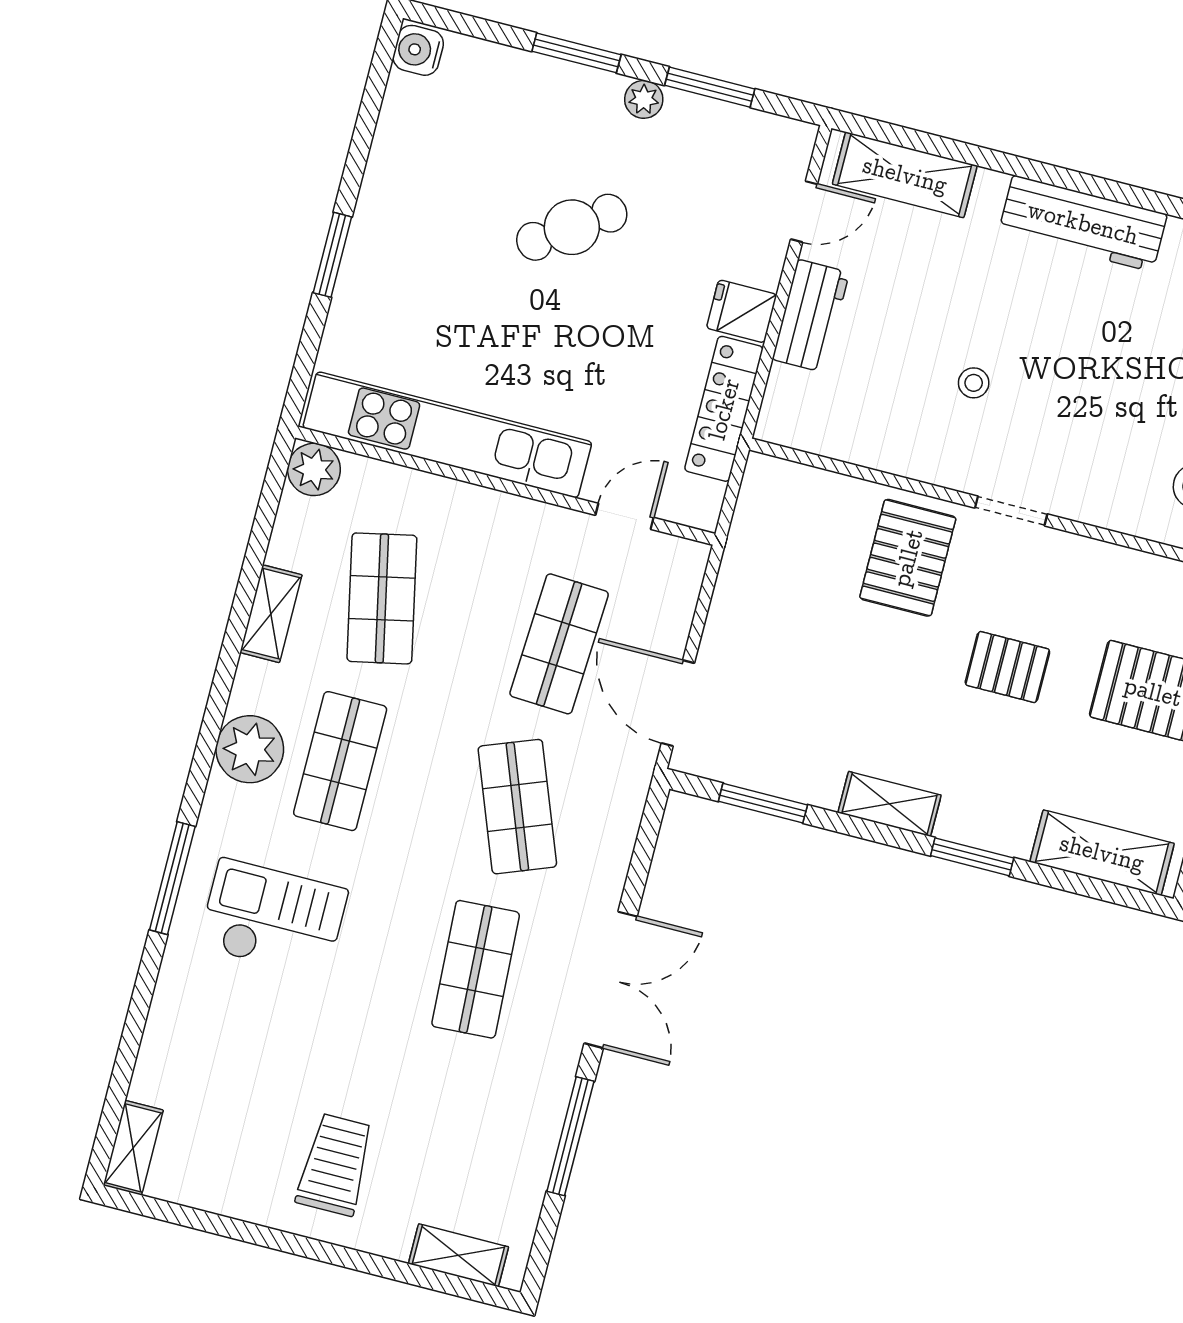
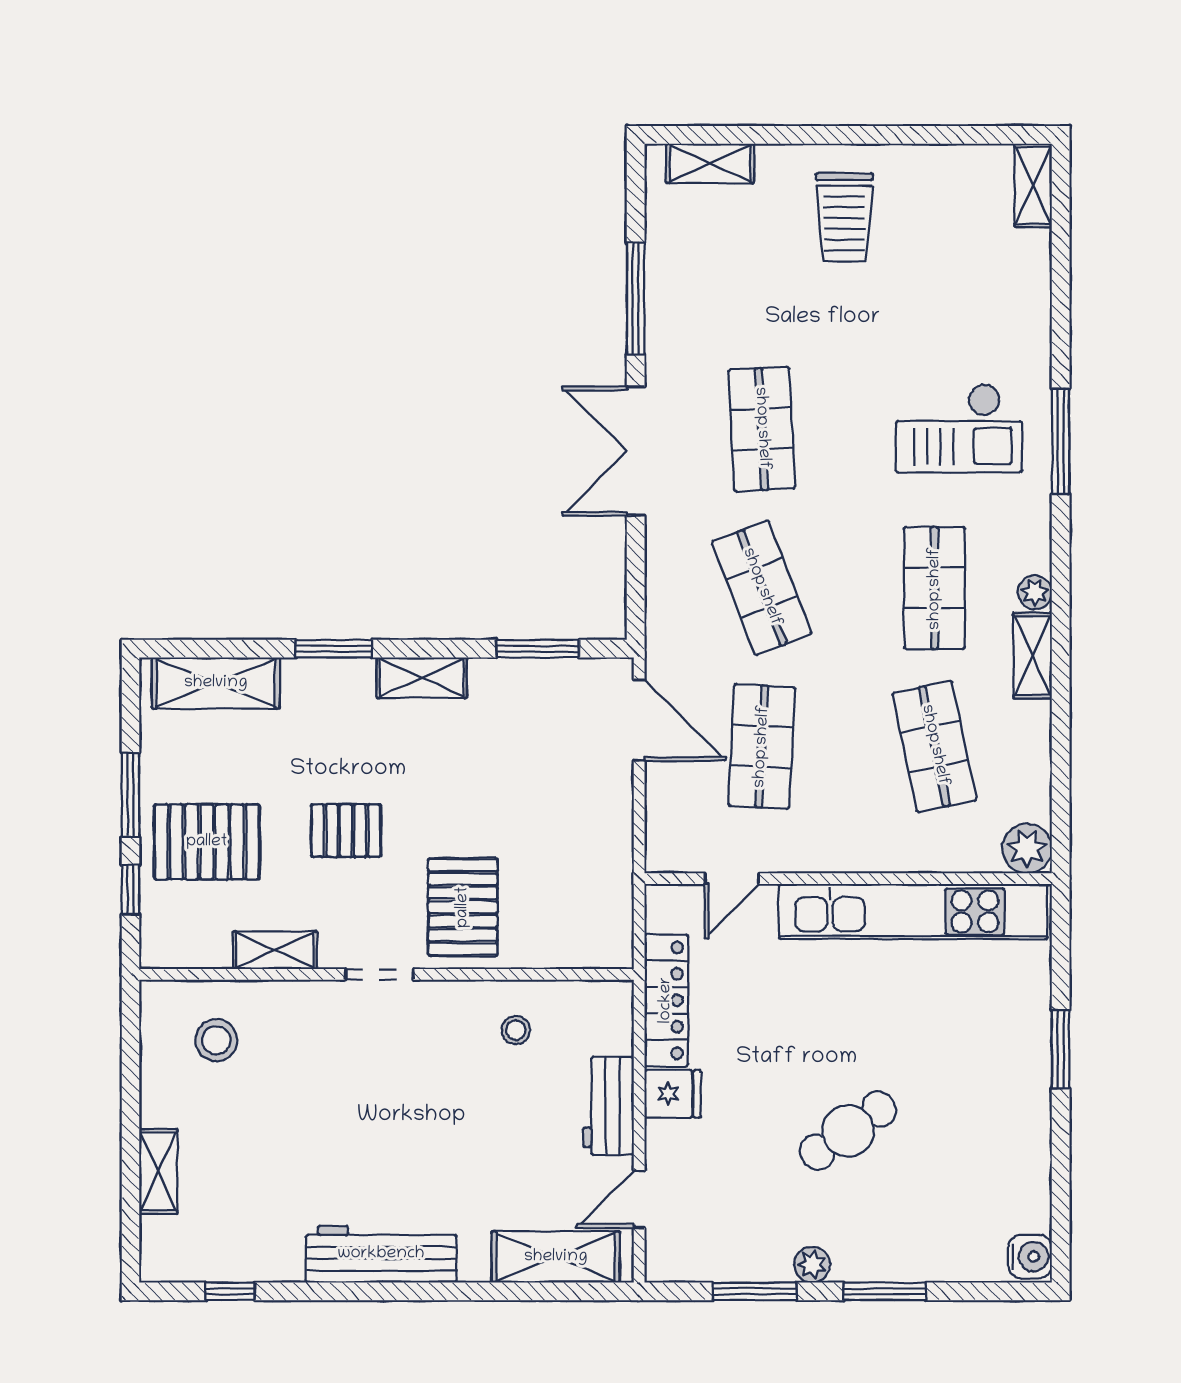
stool: (974, 383) -> (516, 1030), moved
shelving: (1112, 563) -> (275, 950), added
shelving: (271, 614) -> (1033, 656), moved
plant: (250, 749) -> (1035, 592), width x0.53, depth x0.53

